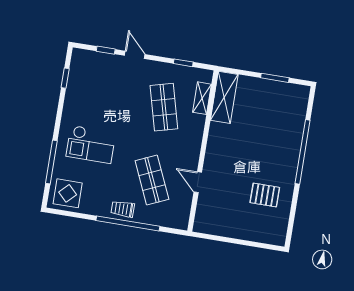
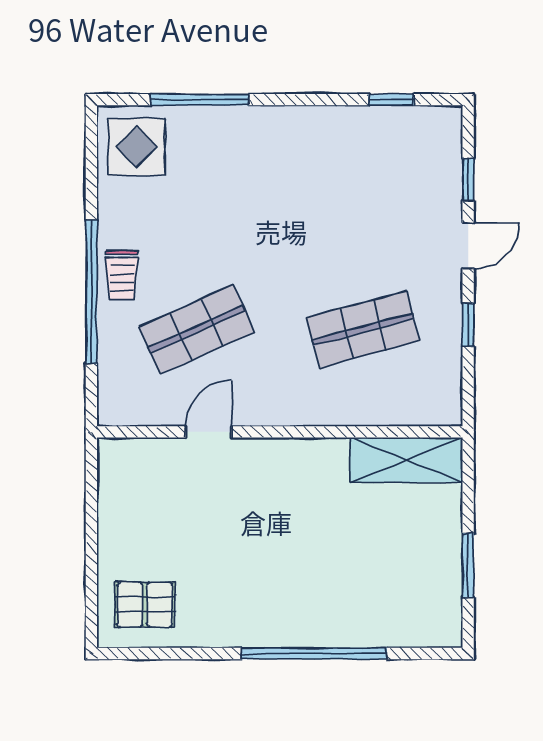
window: (183, 63) -> (468, 325), moved
shelving: (202, 98) -> (396, 411), removed
checkout: (91, 144) -> (254, 181), removed
pallet: (265, 195) -> (145, 605), moved, turned 90
trolley: (123, 209) -> (122, 275), turned 180

